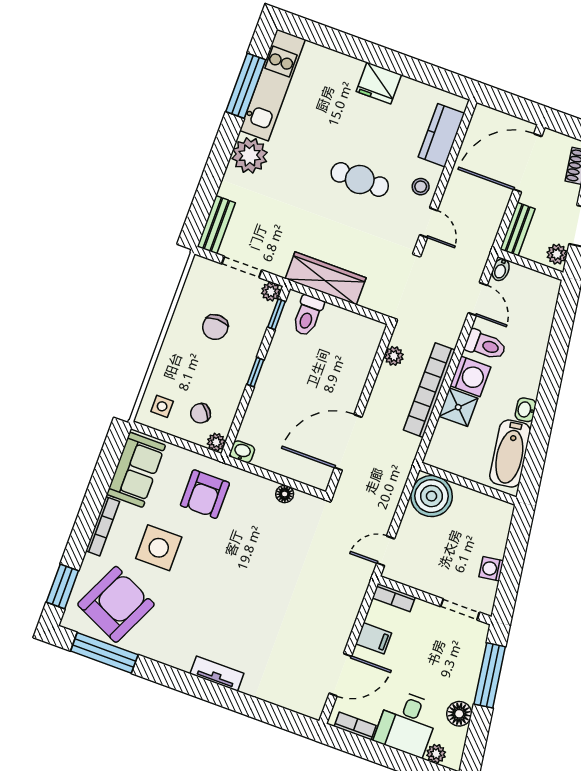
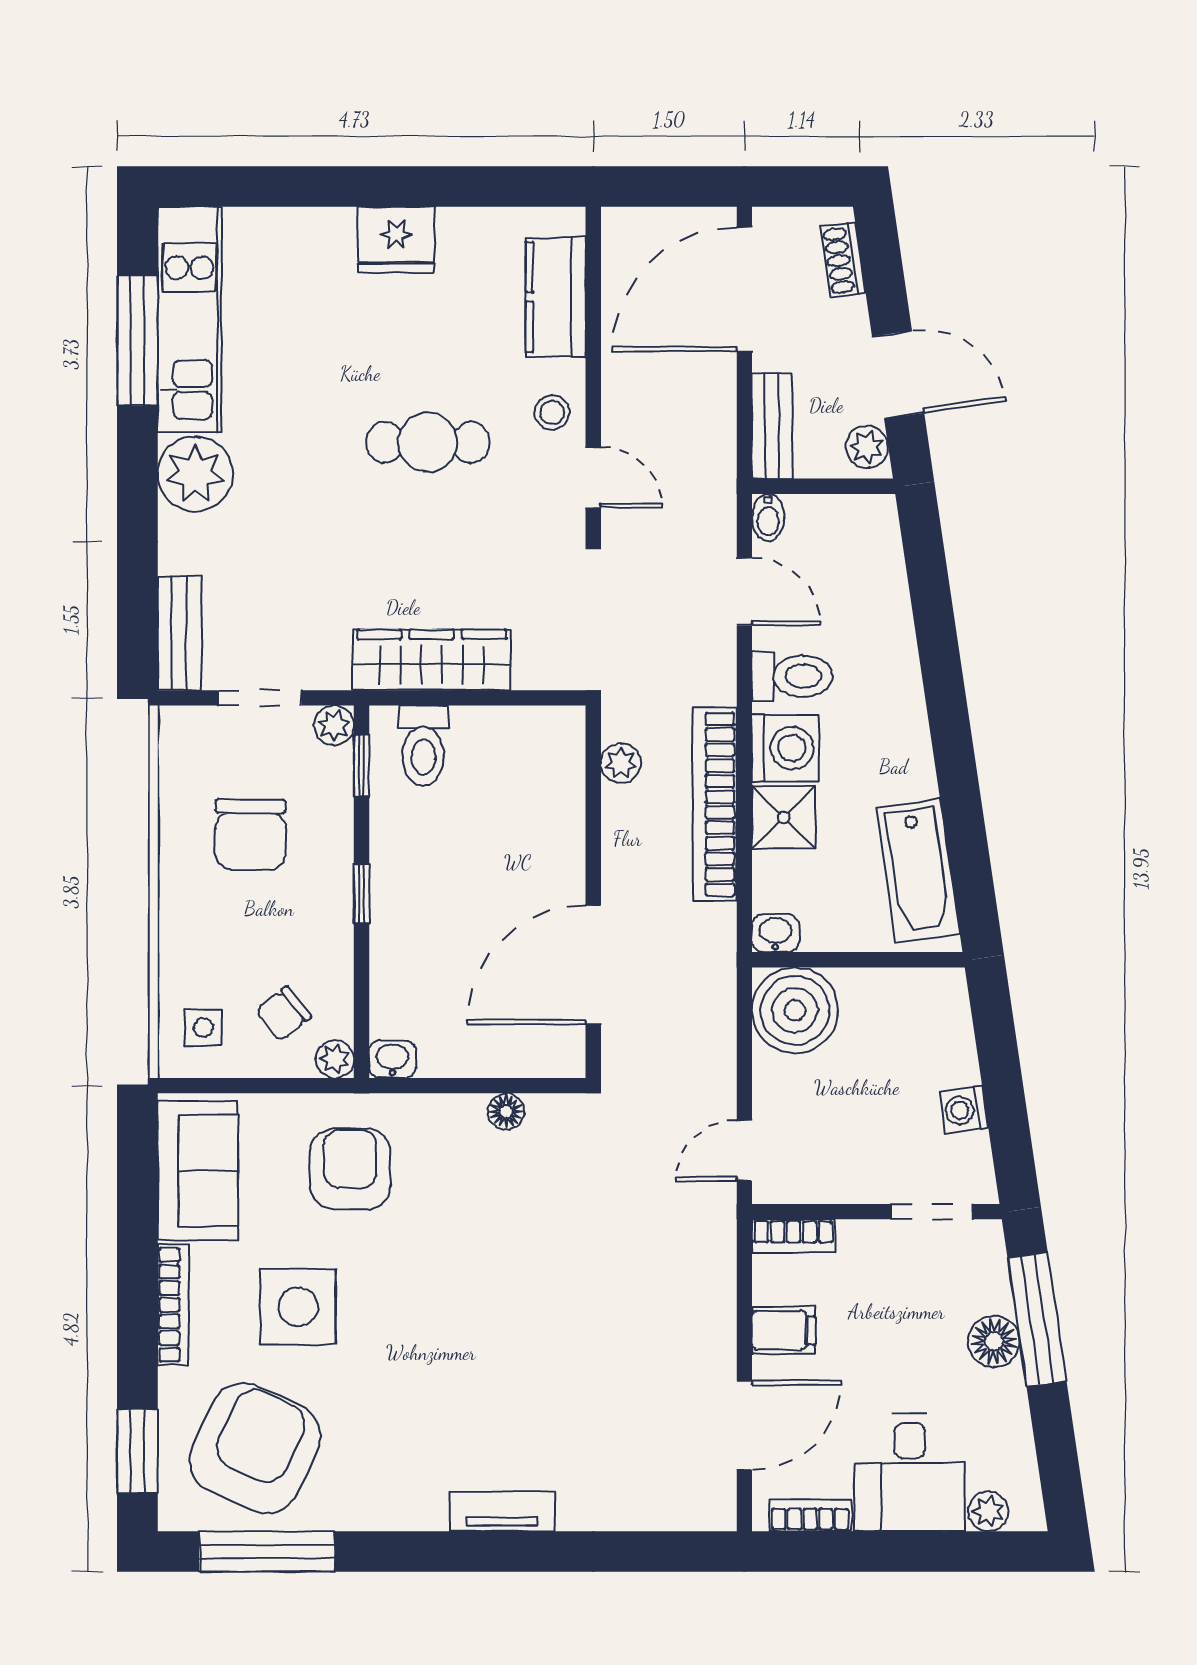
chair: (215, 327) -> (251, 835), width x1.37, depth x1.37
washbasin: (526, 410) -> (775, 933), moved, turned 98
armchair: (205, 494) -> (350, 1169), turned 180
floor lamp: (459, 714) -> (994, 1341), moved

